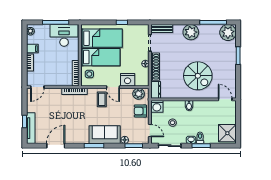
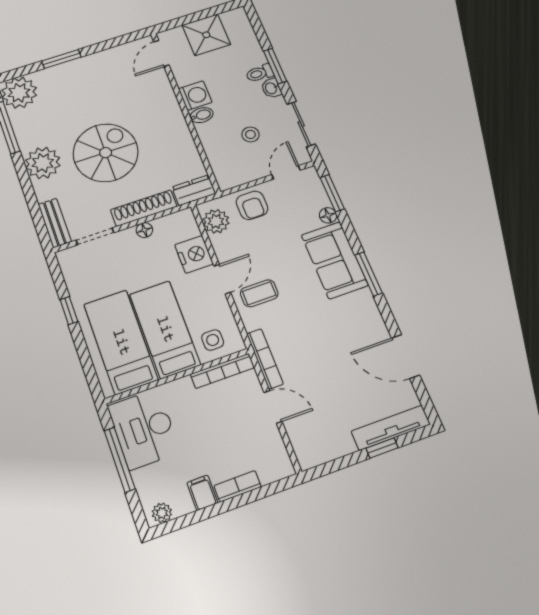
spiral stairs: (198, 76) -> (106, 153), moved
door: (37, 87) -> (273, 407), moved
washing machine: (157, 106) -> (195, 95), moved
shower: (227, 133) -> (206, 35), moved

